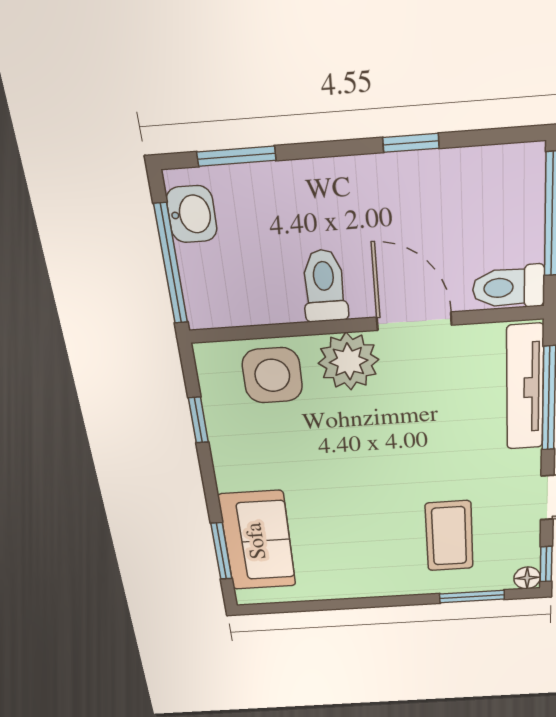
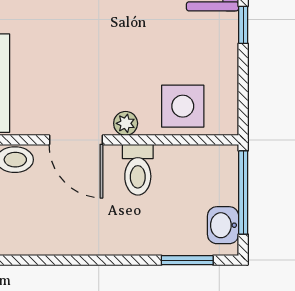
window: (411, 143) -> (72, 260), removed
plant: (349, 361) -> (126, 123), width x0.53, depth x0.53
window: (198, 420) -> (243, 25), moved

